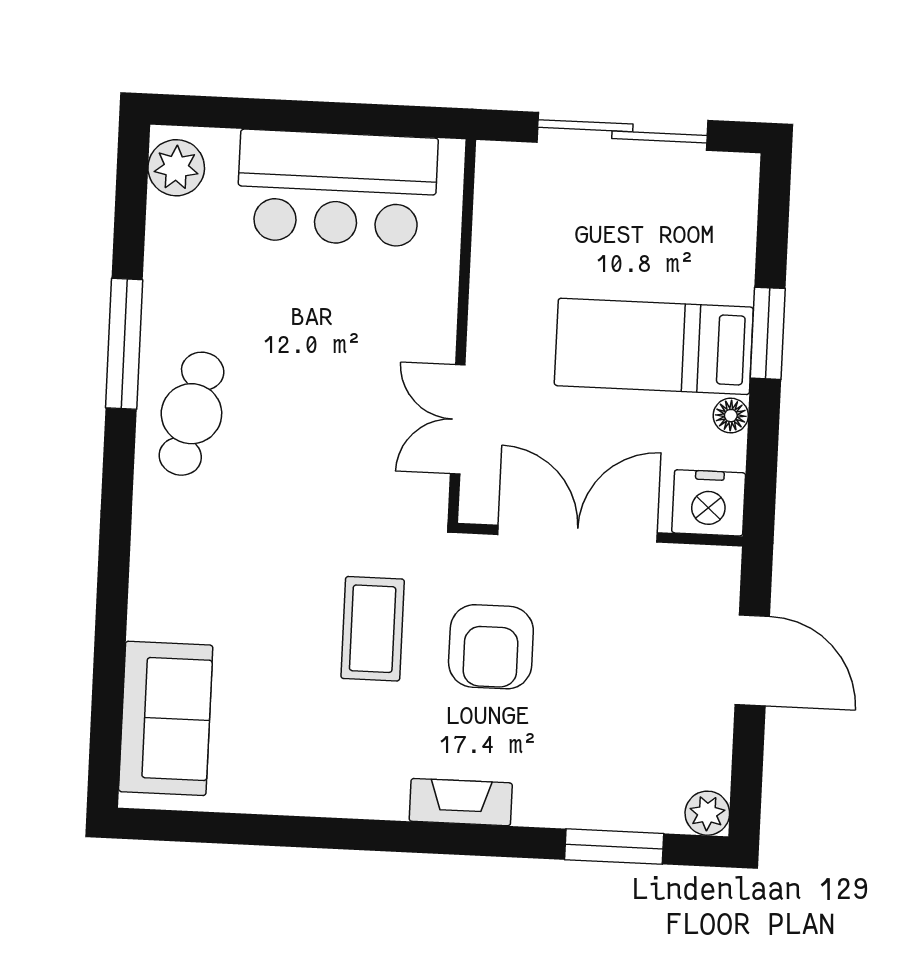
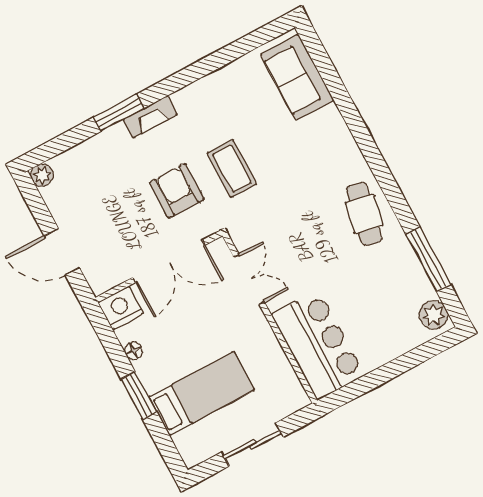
sliding door: (622, 131) -> (252, 445), width x0.73
bar counter: (337, 188) -> (318, 345), moved, turned 90
window: (124, 344) -> (428, 260), moved
bed: (654, 346) -> (202, 394), moved
window: (614, 847) -> (119, 113), moved

